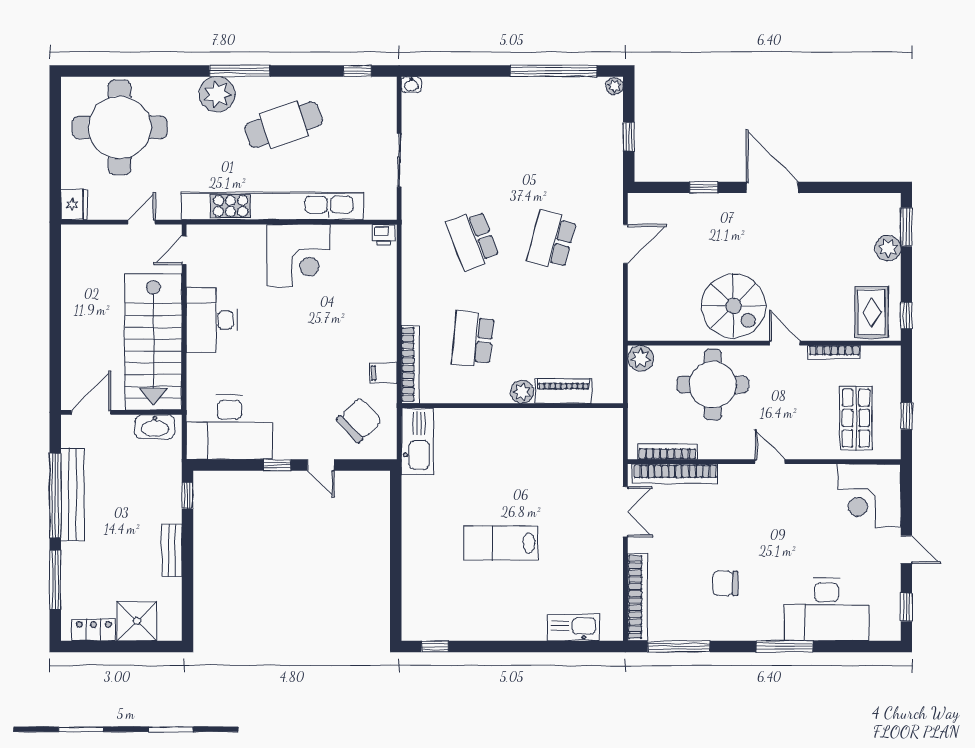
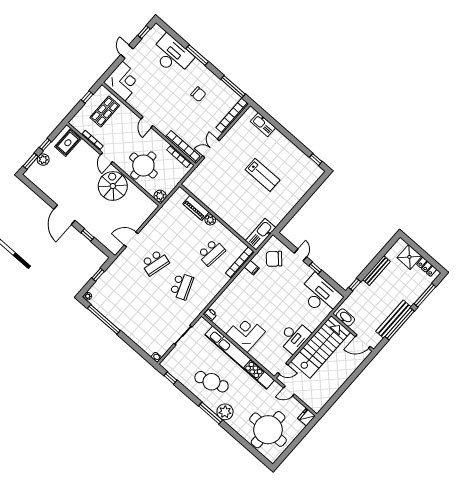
window: (906, 316) -> (45, 145), moved
bench: (172, 550) -> (376, 271), width x1.36

